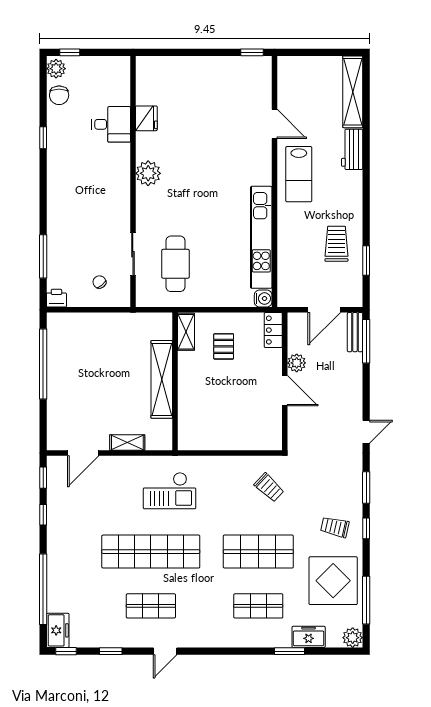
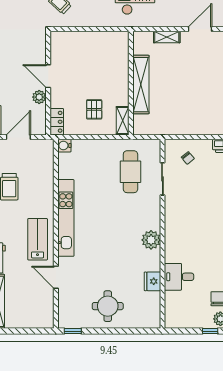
round table: (206, 85) -> (108, 306), added
kitchen unit: (261, 237) -> (66, 218), moved

